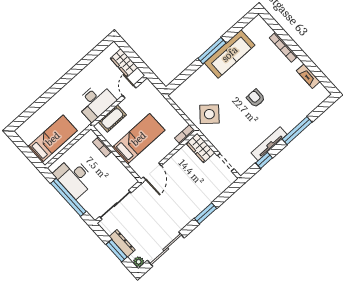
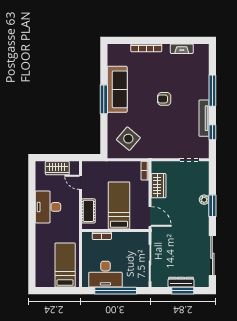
desk: (96, 102) -> (48, 207), moved, turned 180
side table: (209, 114) -> (128, 139), moved
wardrobe: (200, 148) -> (159, 186), moved, turned -90
plant: (139, 262) -> (204, 200), moved

